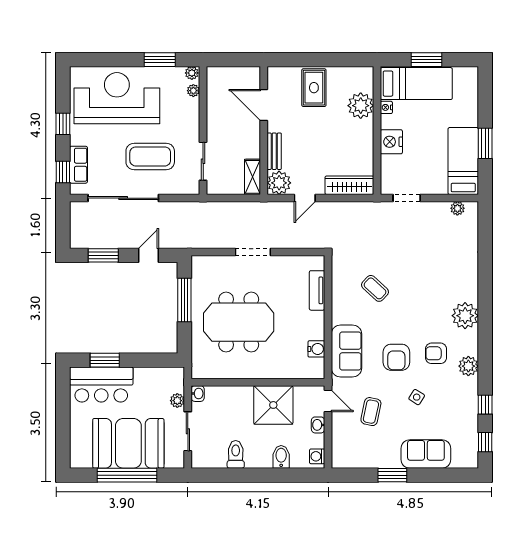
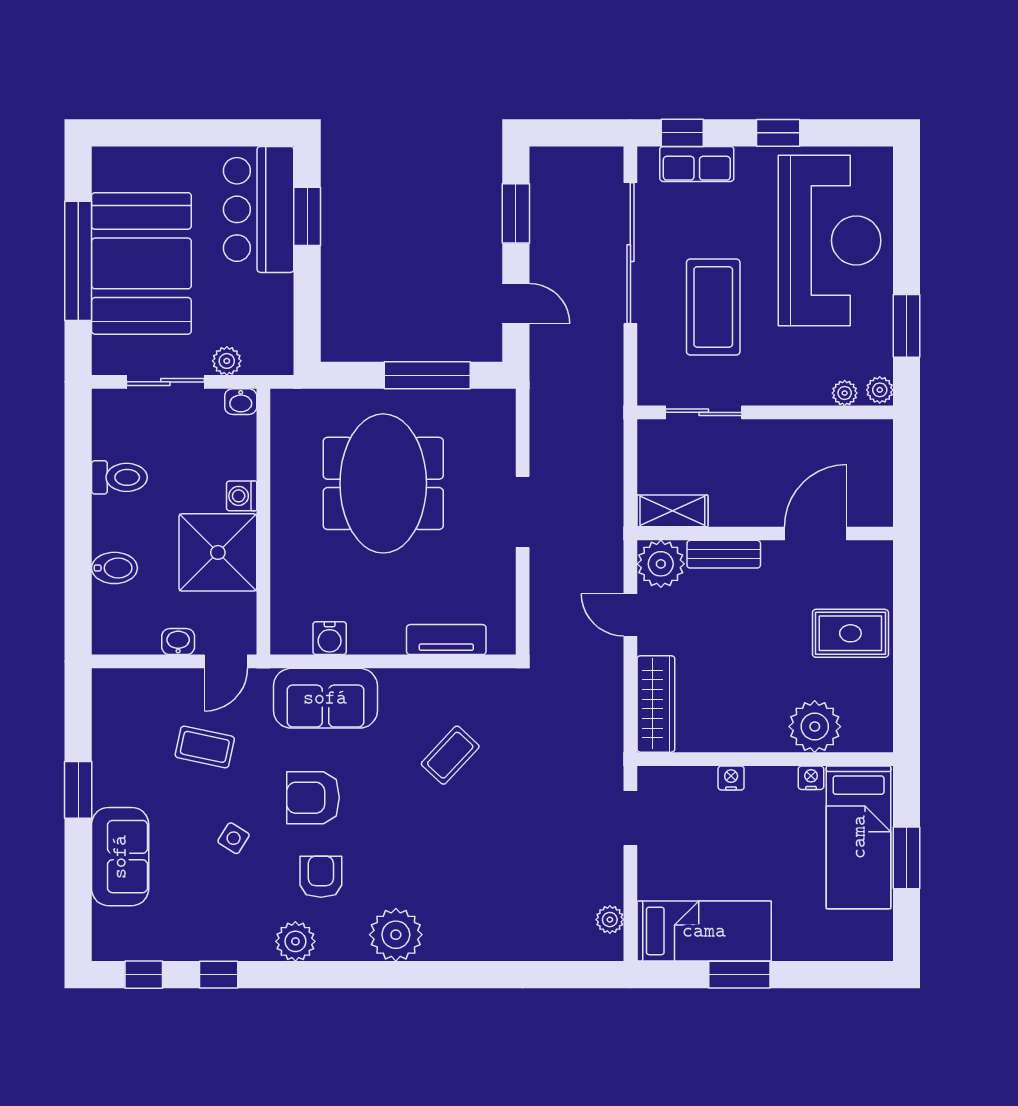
nightstand: (391, 142) -> (731, 778), width x0.53, depth x0.56
washing machine: (317, 456) -> (242, 496), moved, turned -90

